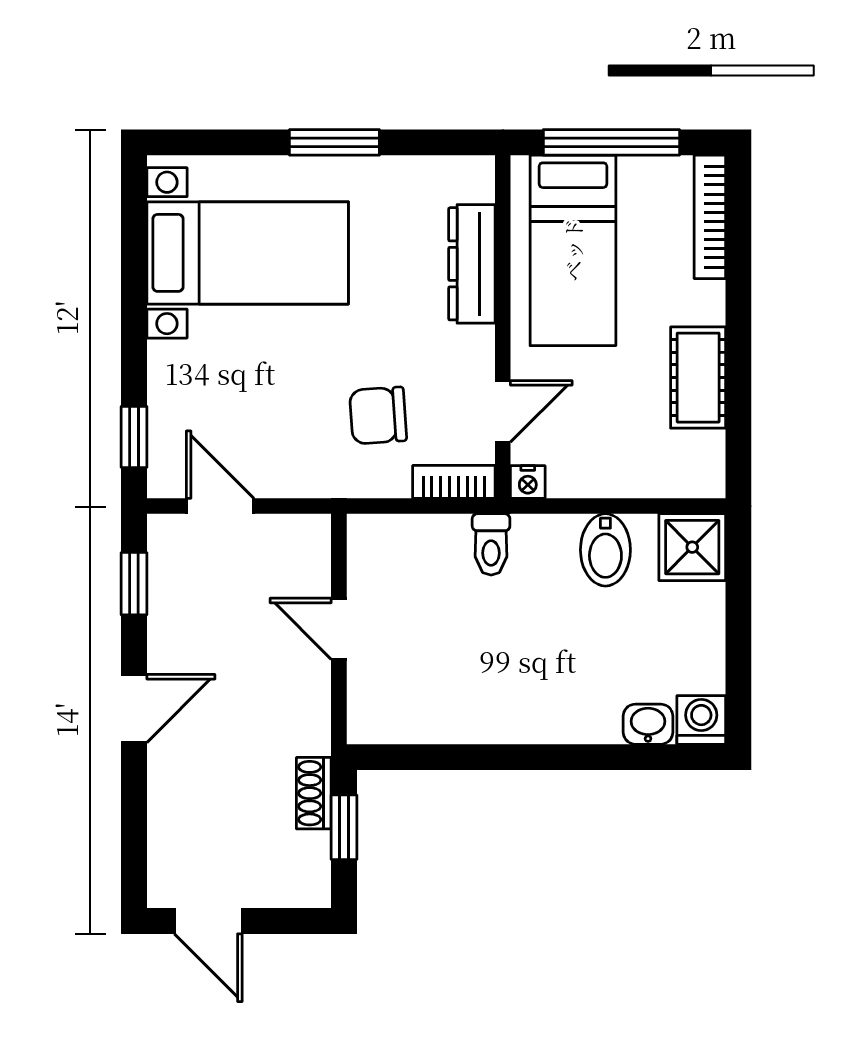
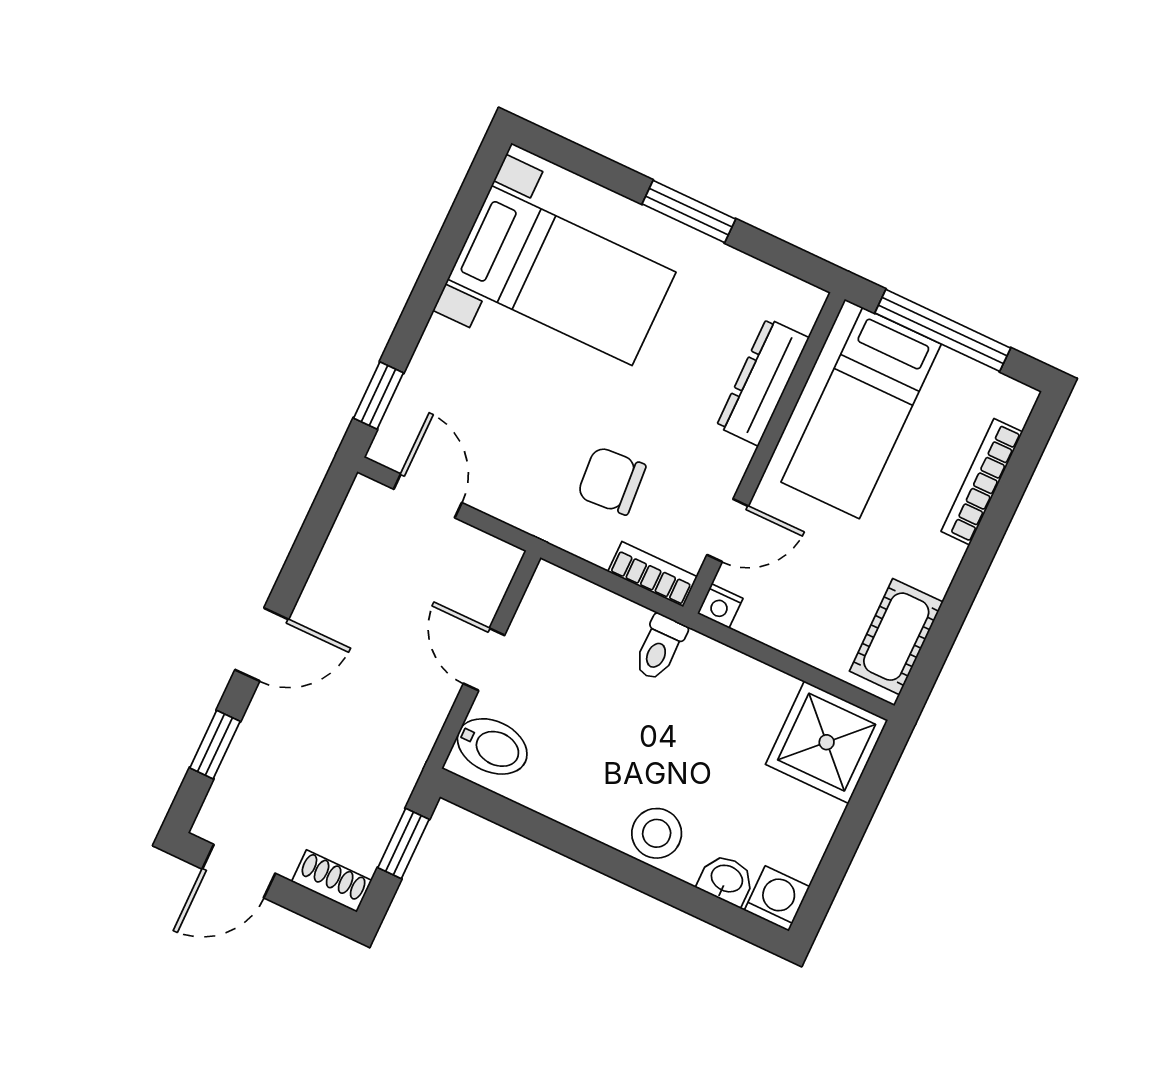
bookcase: (710, 217) -> (982, 482), moved
cot: (698, 378) -> (896, 637), moved
shower: (692, 547) -> (827, 742), width x1.36, depth x1.36
bidet: (605, 550) -> (492, 746), moved, turned -90
window: (134, 584) -> (215, 745), moved
stool: (566, 712) -> (657, 833), added
shoe rack: (314, 793) -> (332, 881), moved, turned 90
door: (208, 921) -> (239, 871), hinge flipped

